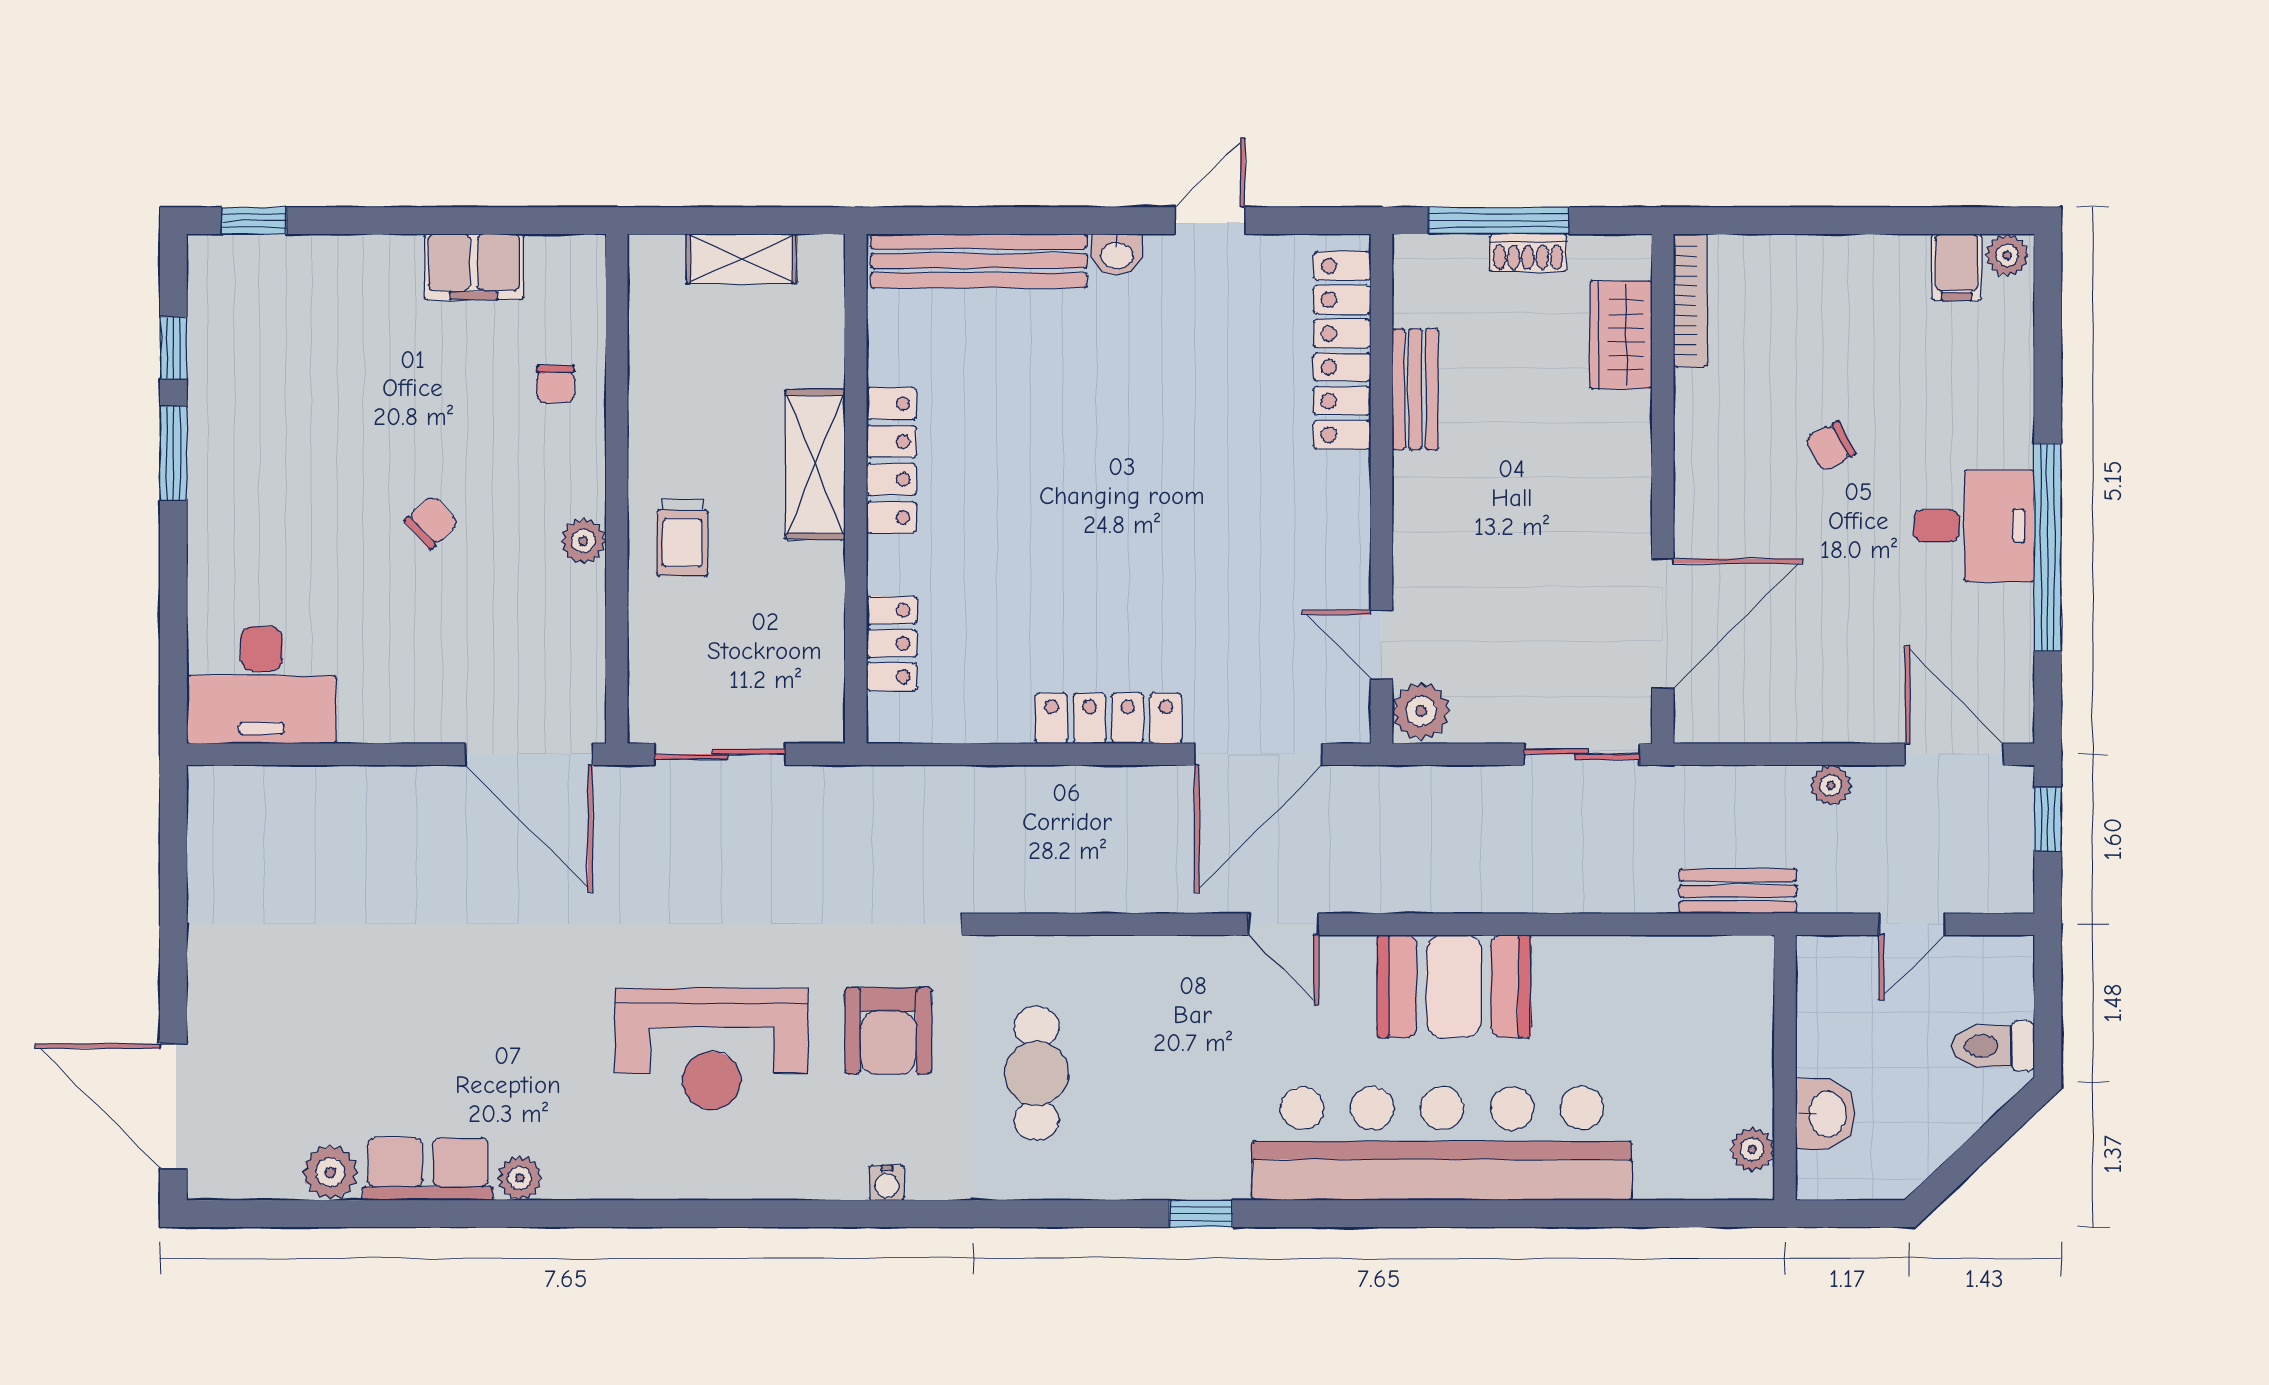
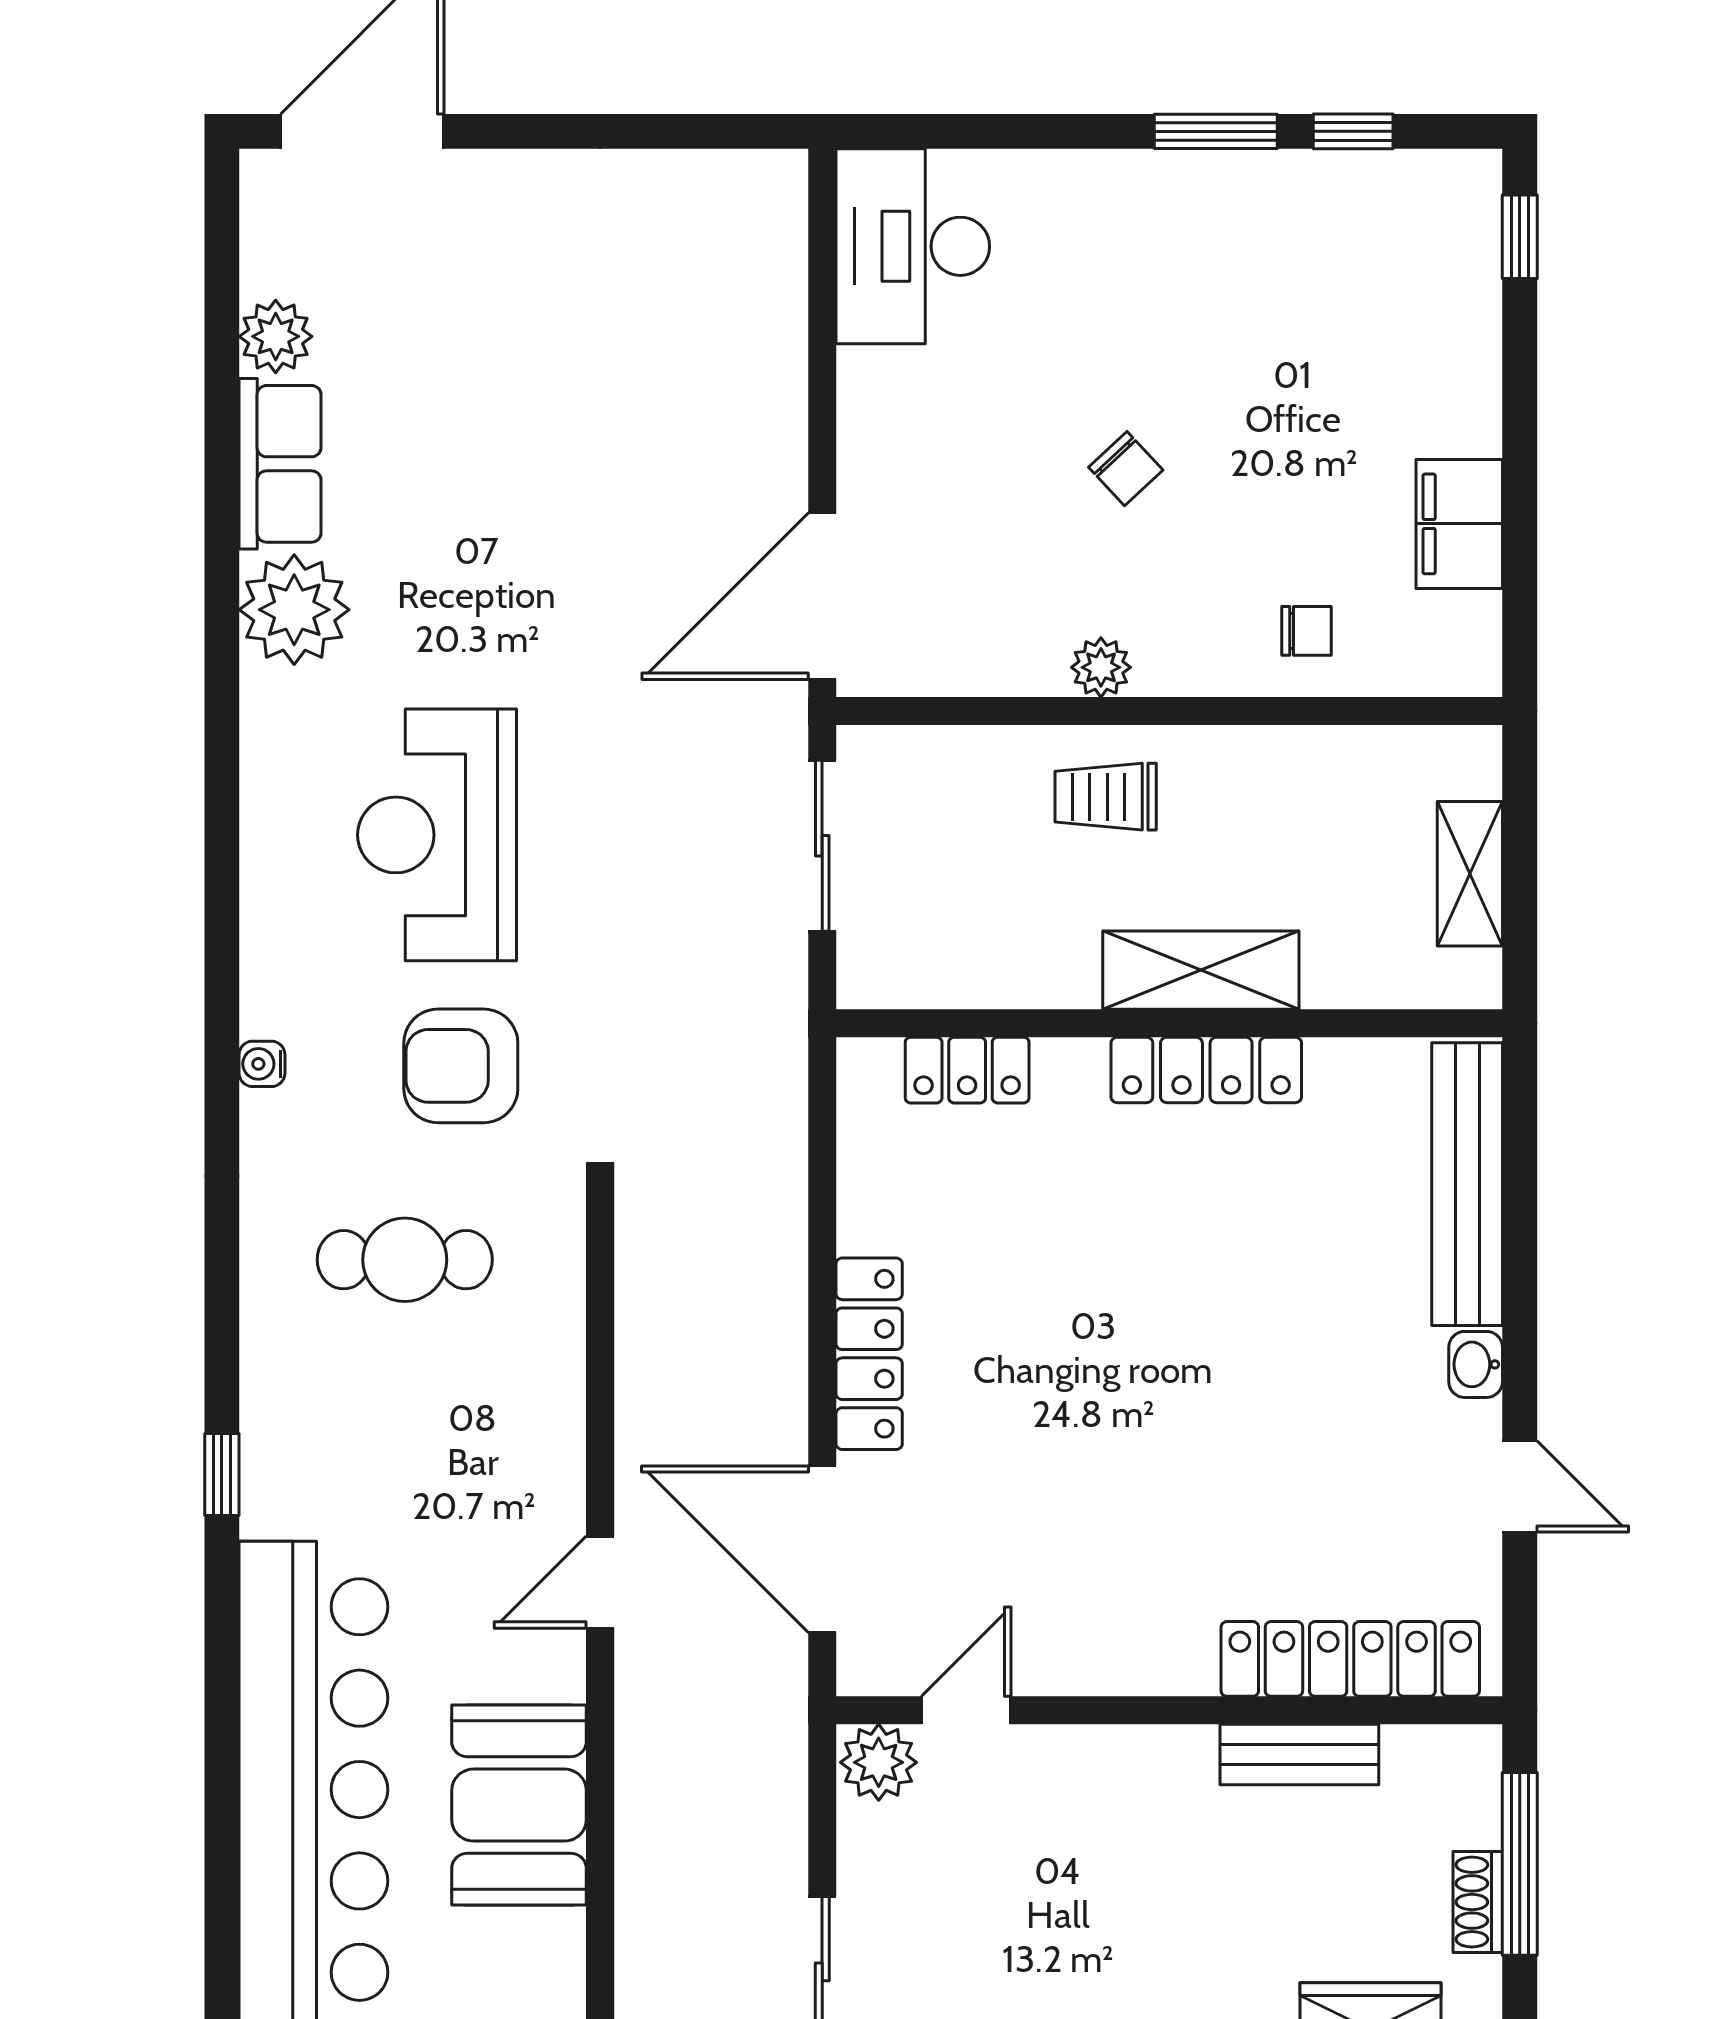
chair: (556, 384) -> (1306, 631), turned 180
plant: (520, 1178) -> (294, 610), width x1.87, depth x1.87

